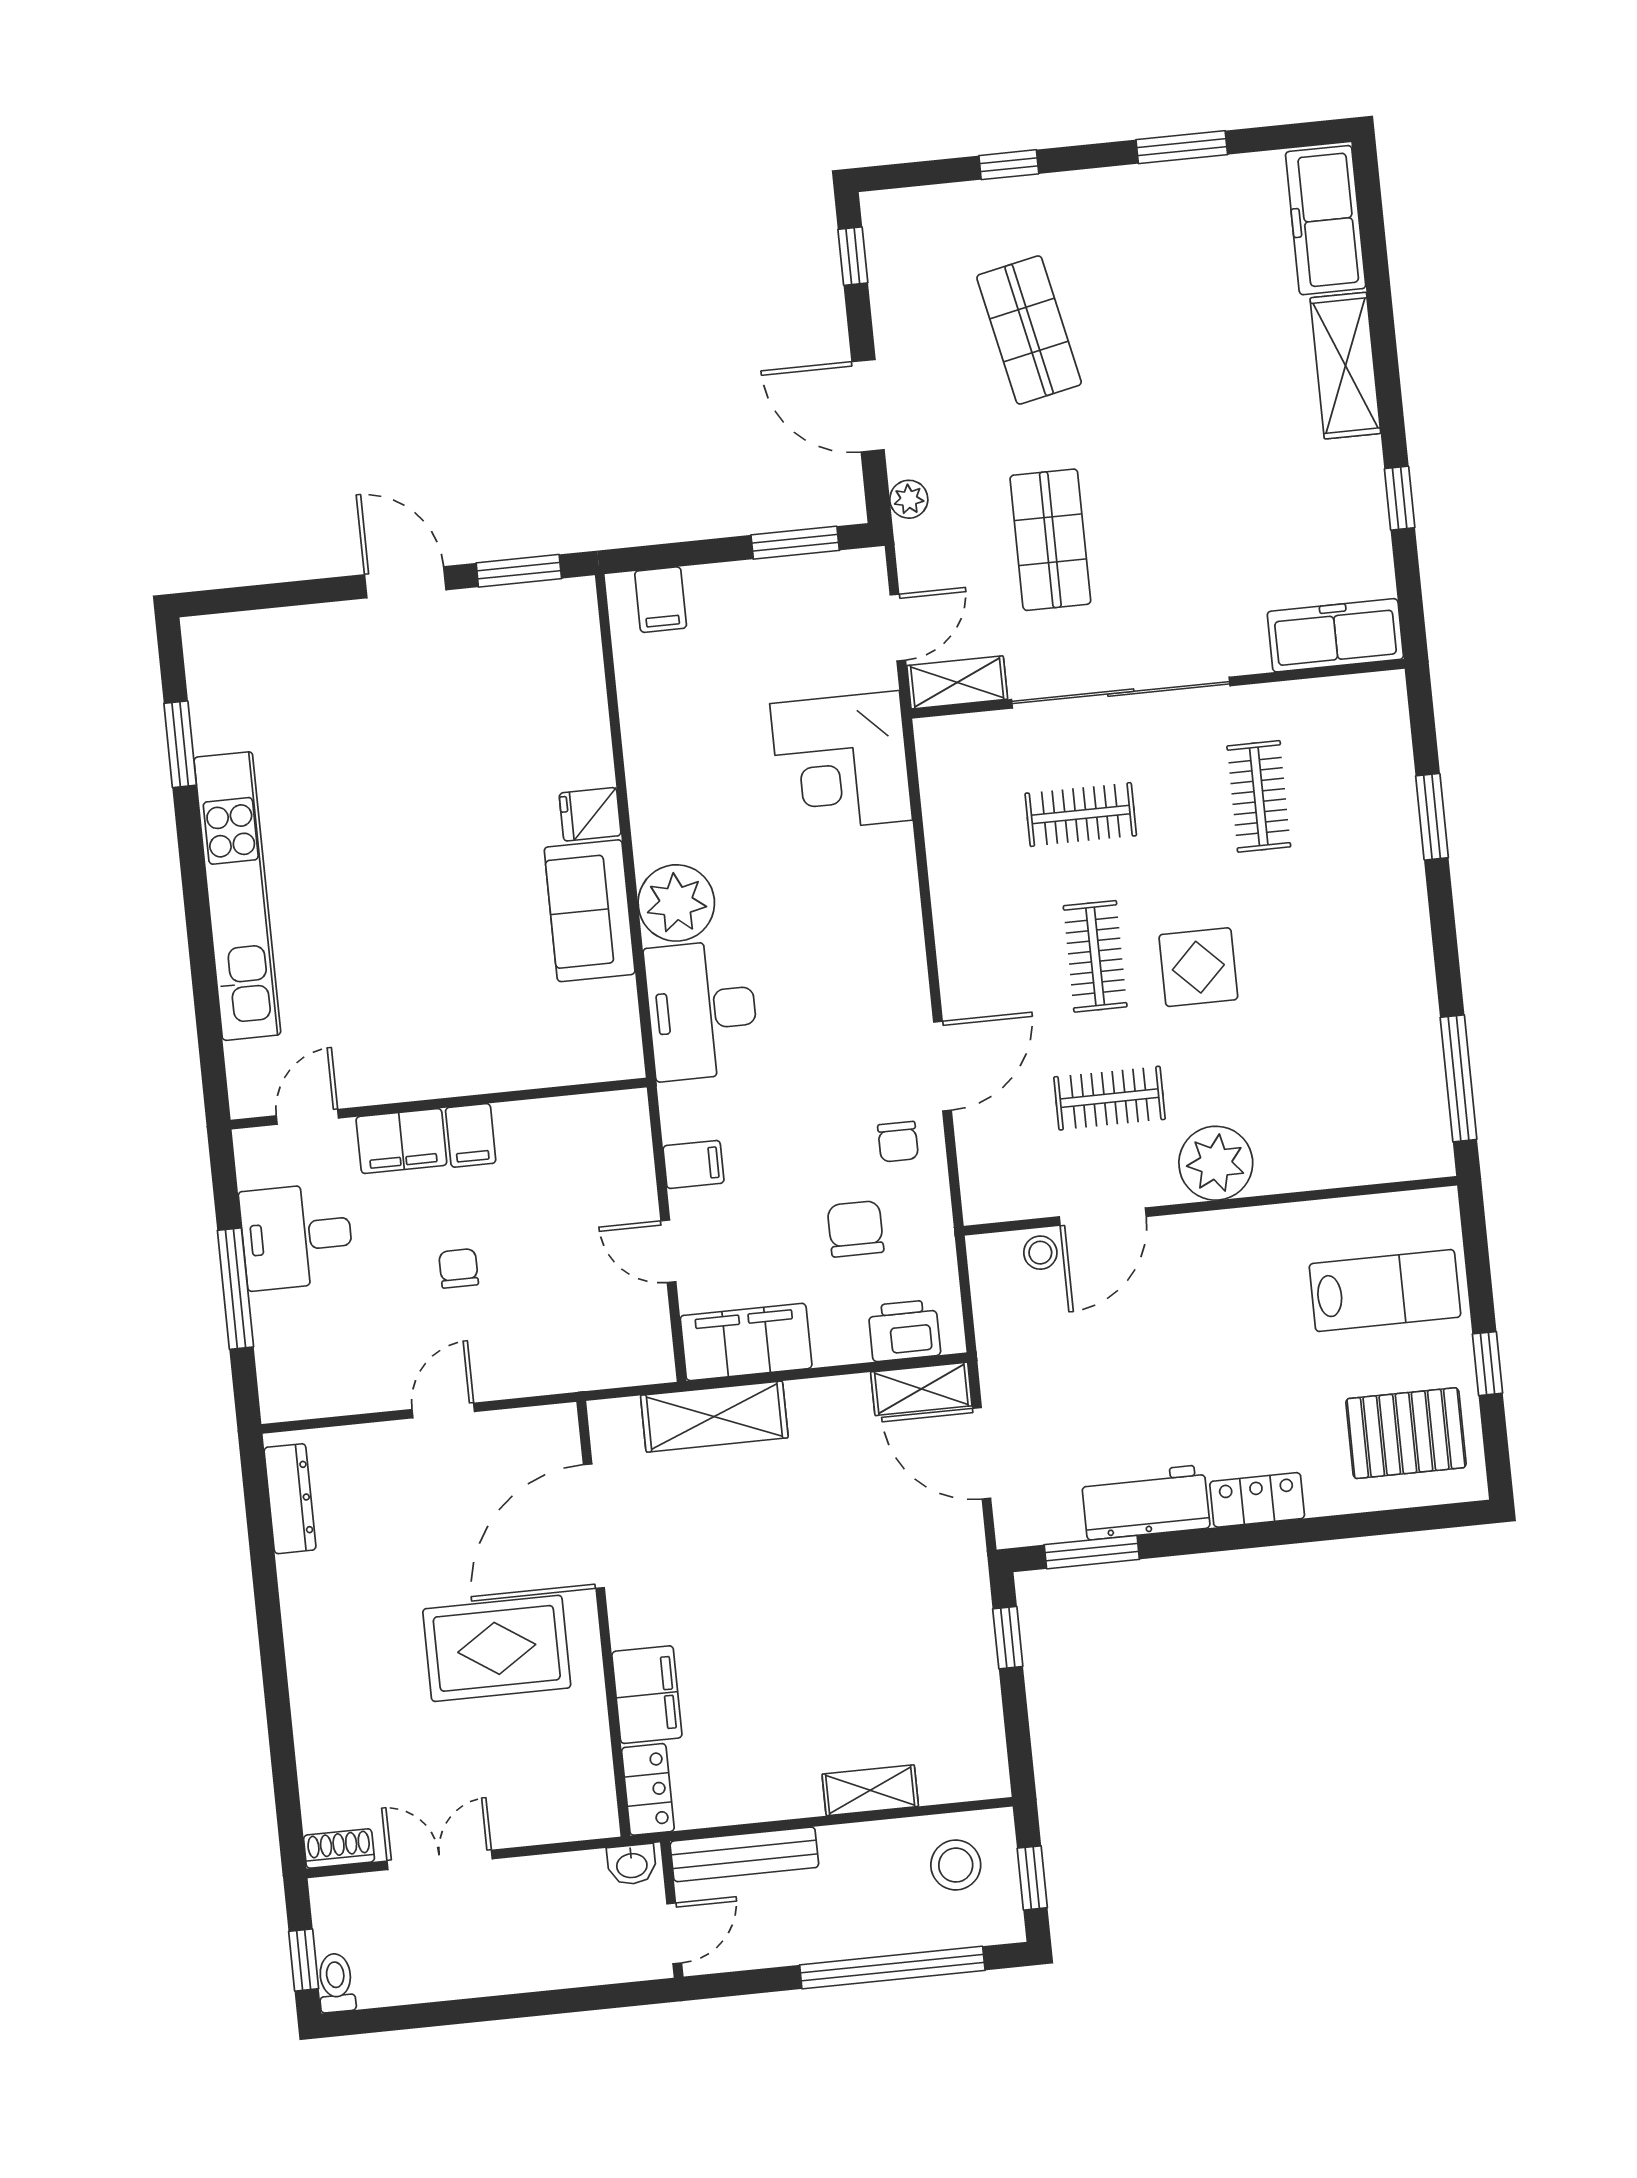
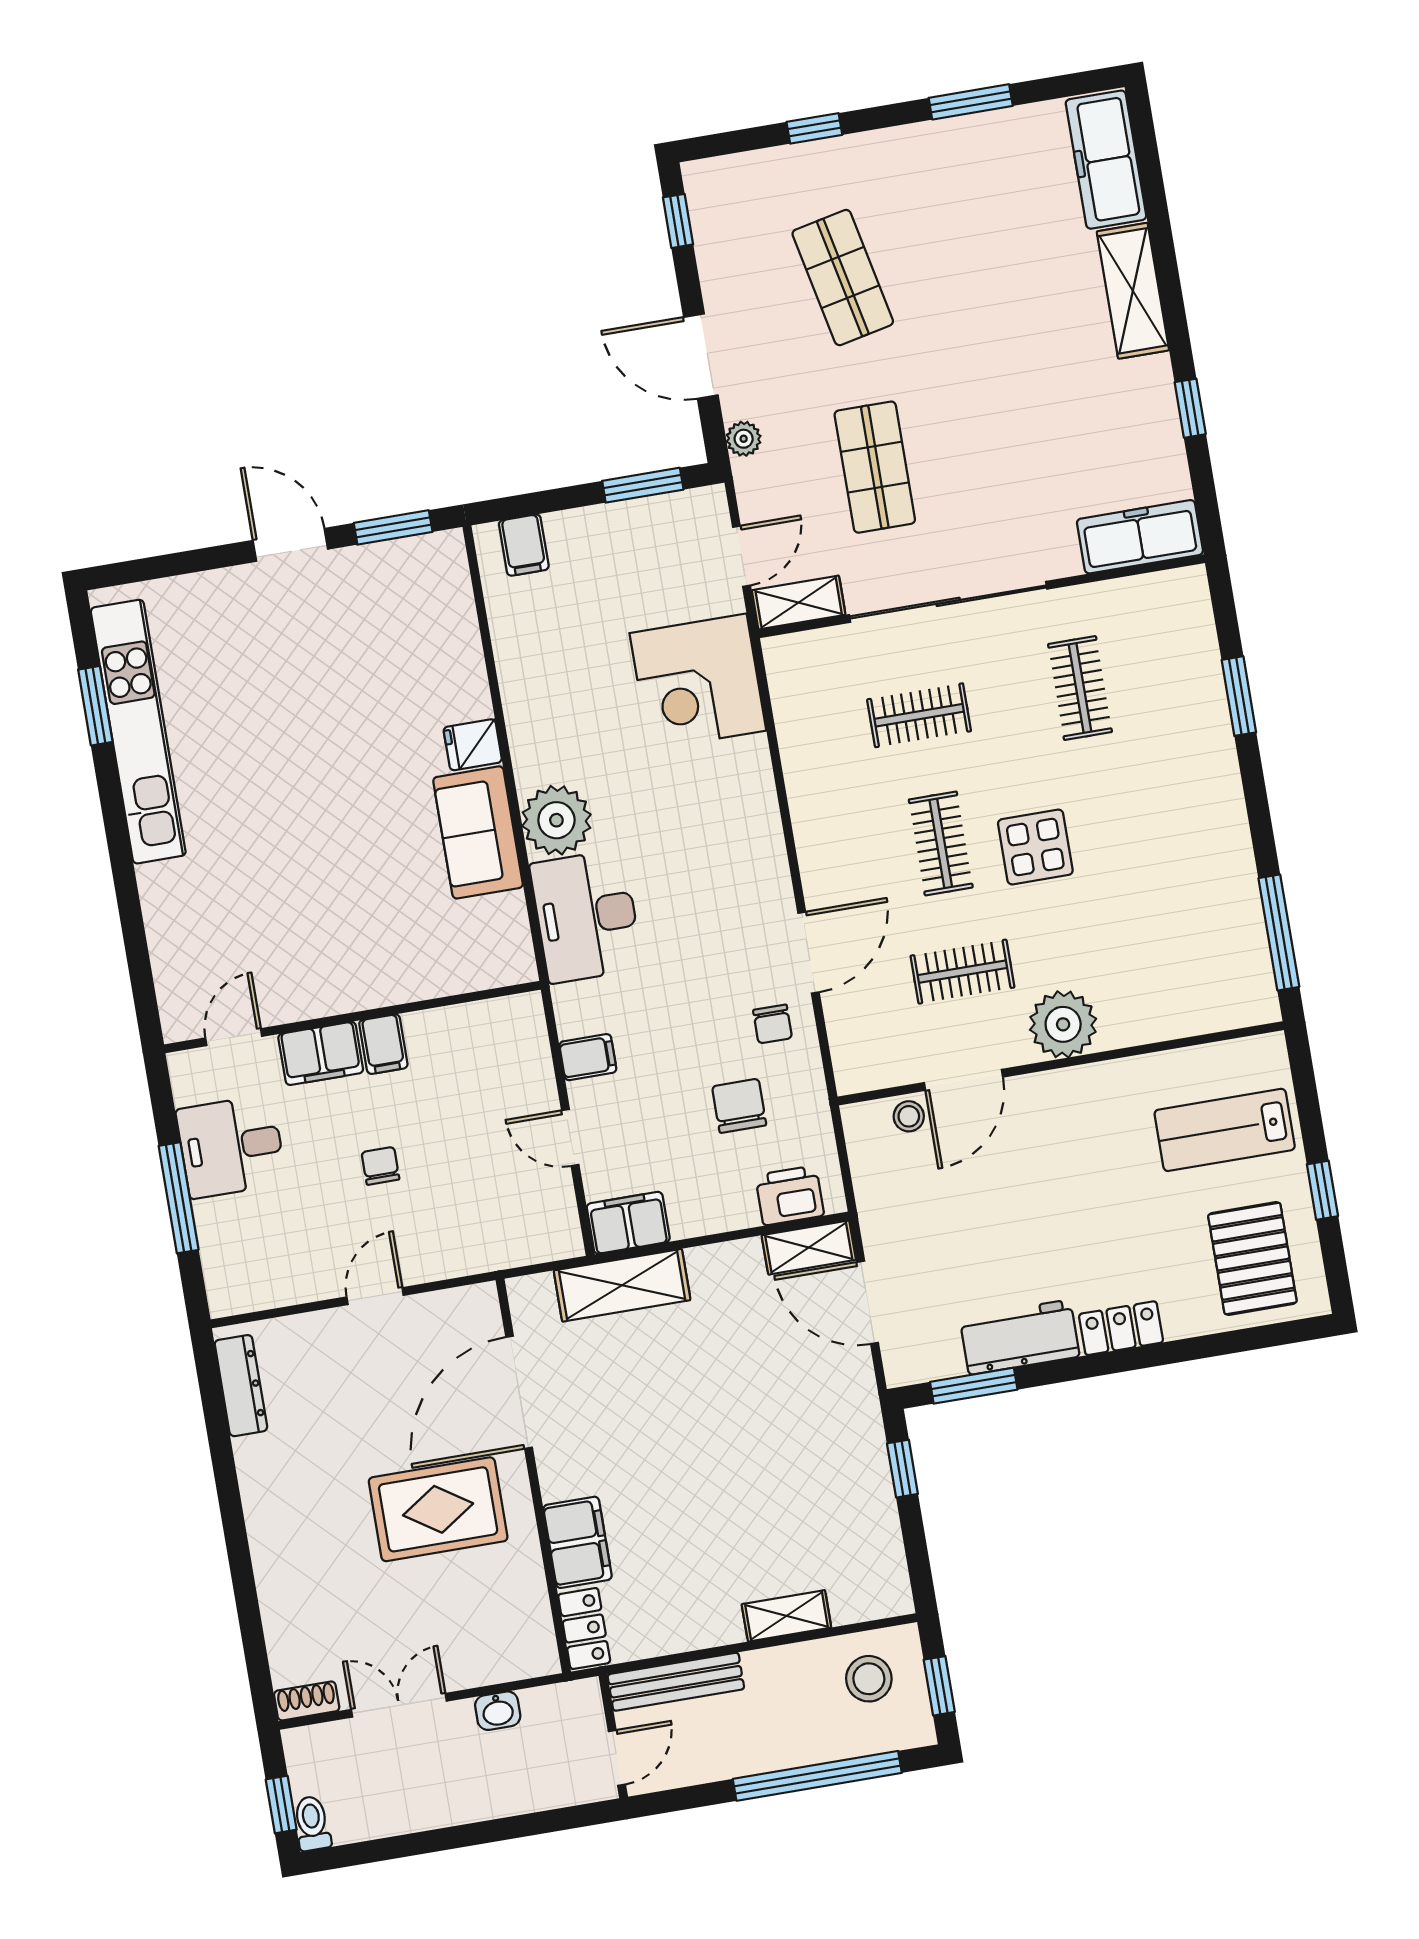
kitchen unit: (237, 896) -> (138, 732), moved
lab bench: (1385, 1290) -> (1225, 1130), turned 180
filing cabinet: (746, 1342) -> (628, 1223), width x0.67, depth x0.86
pallet: (1406, 1433) -> (1252, 1258), turned 90
washbasin: (632, 1864) -> (498, 1711), moved

